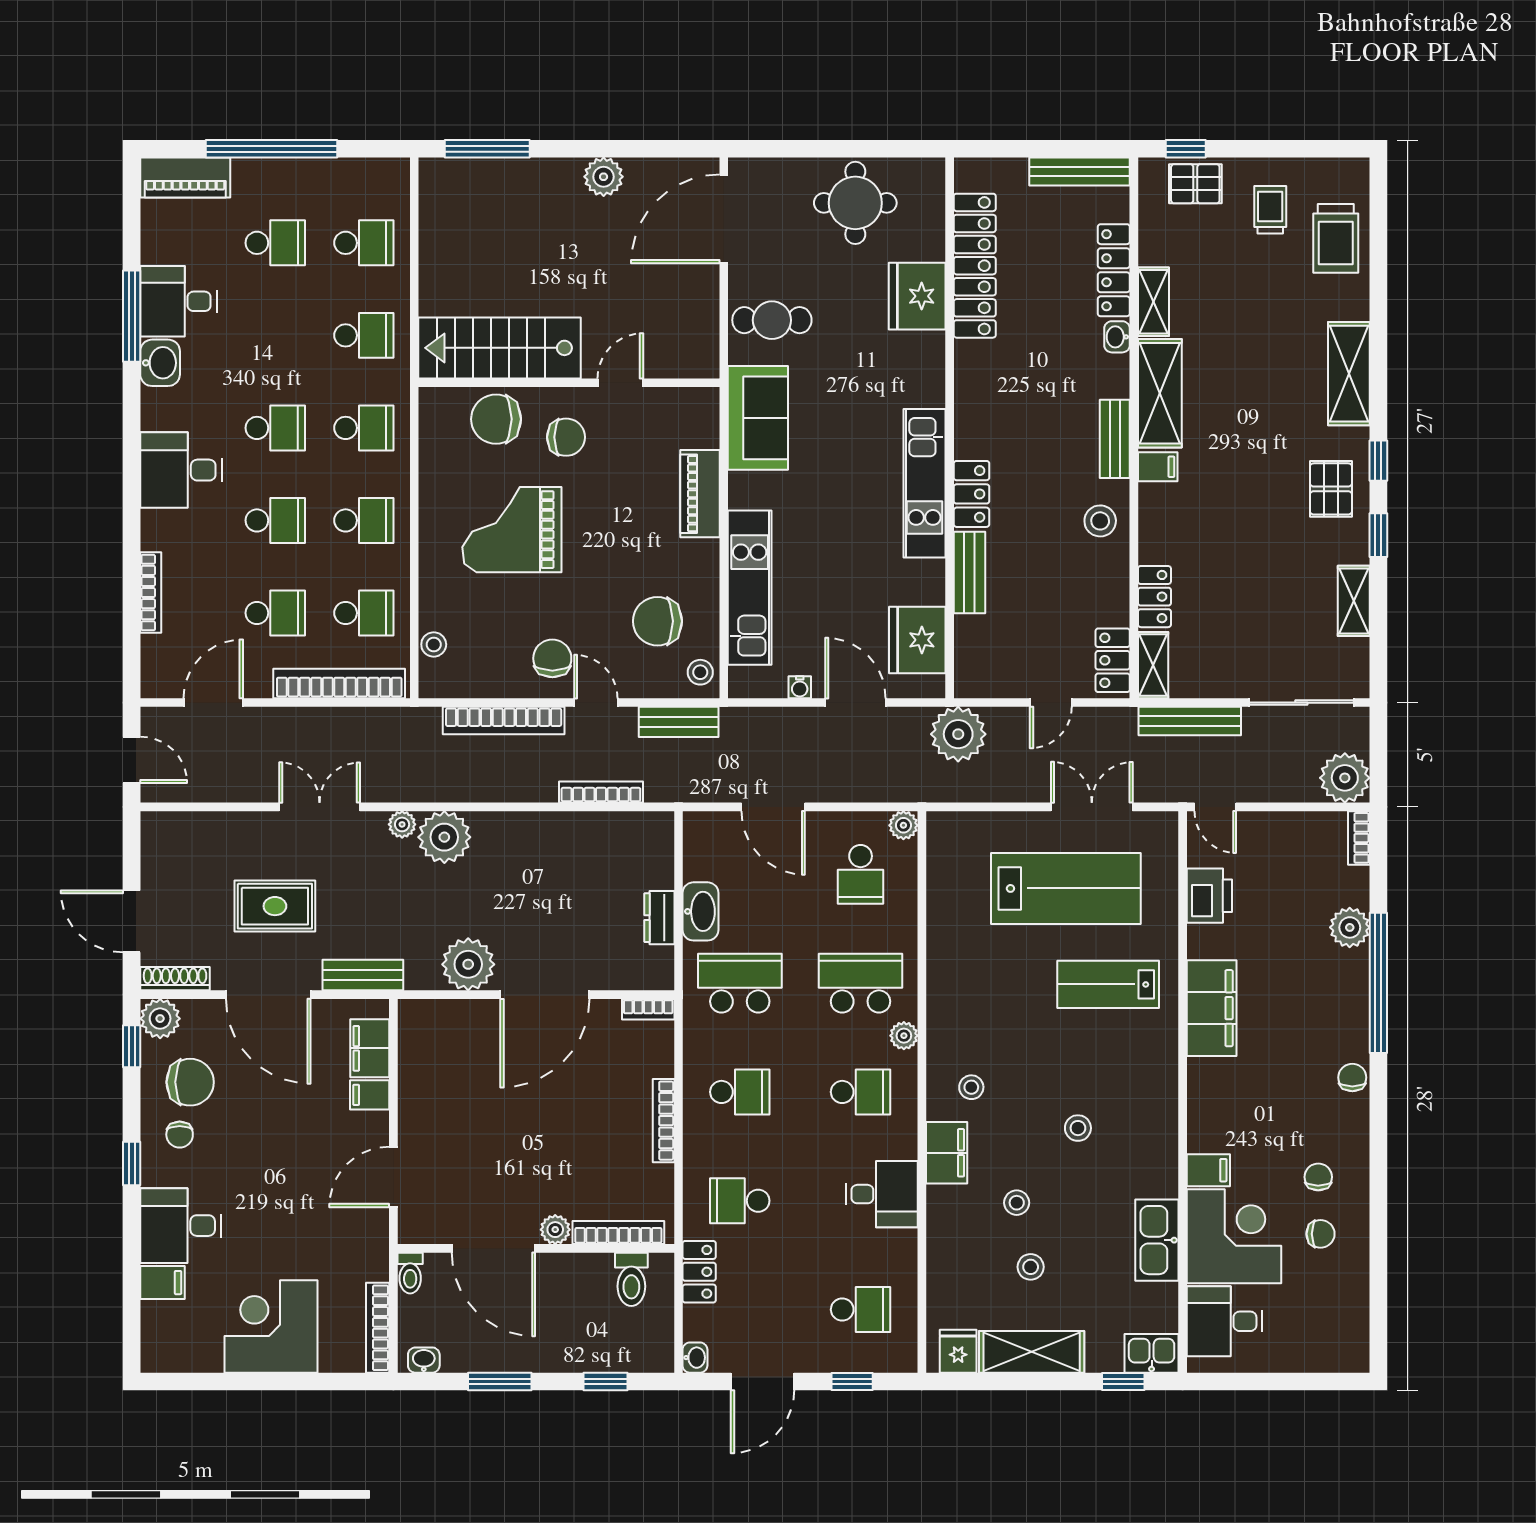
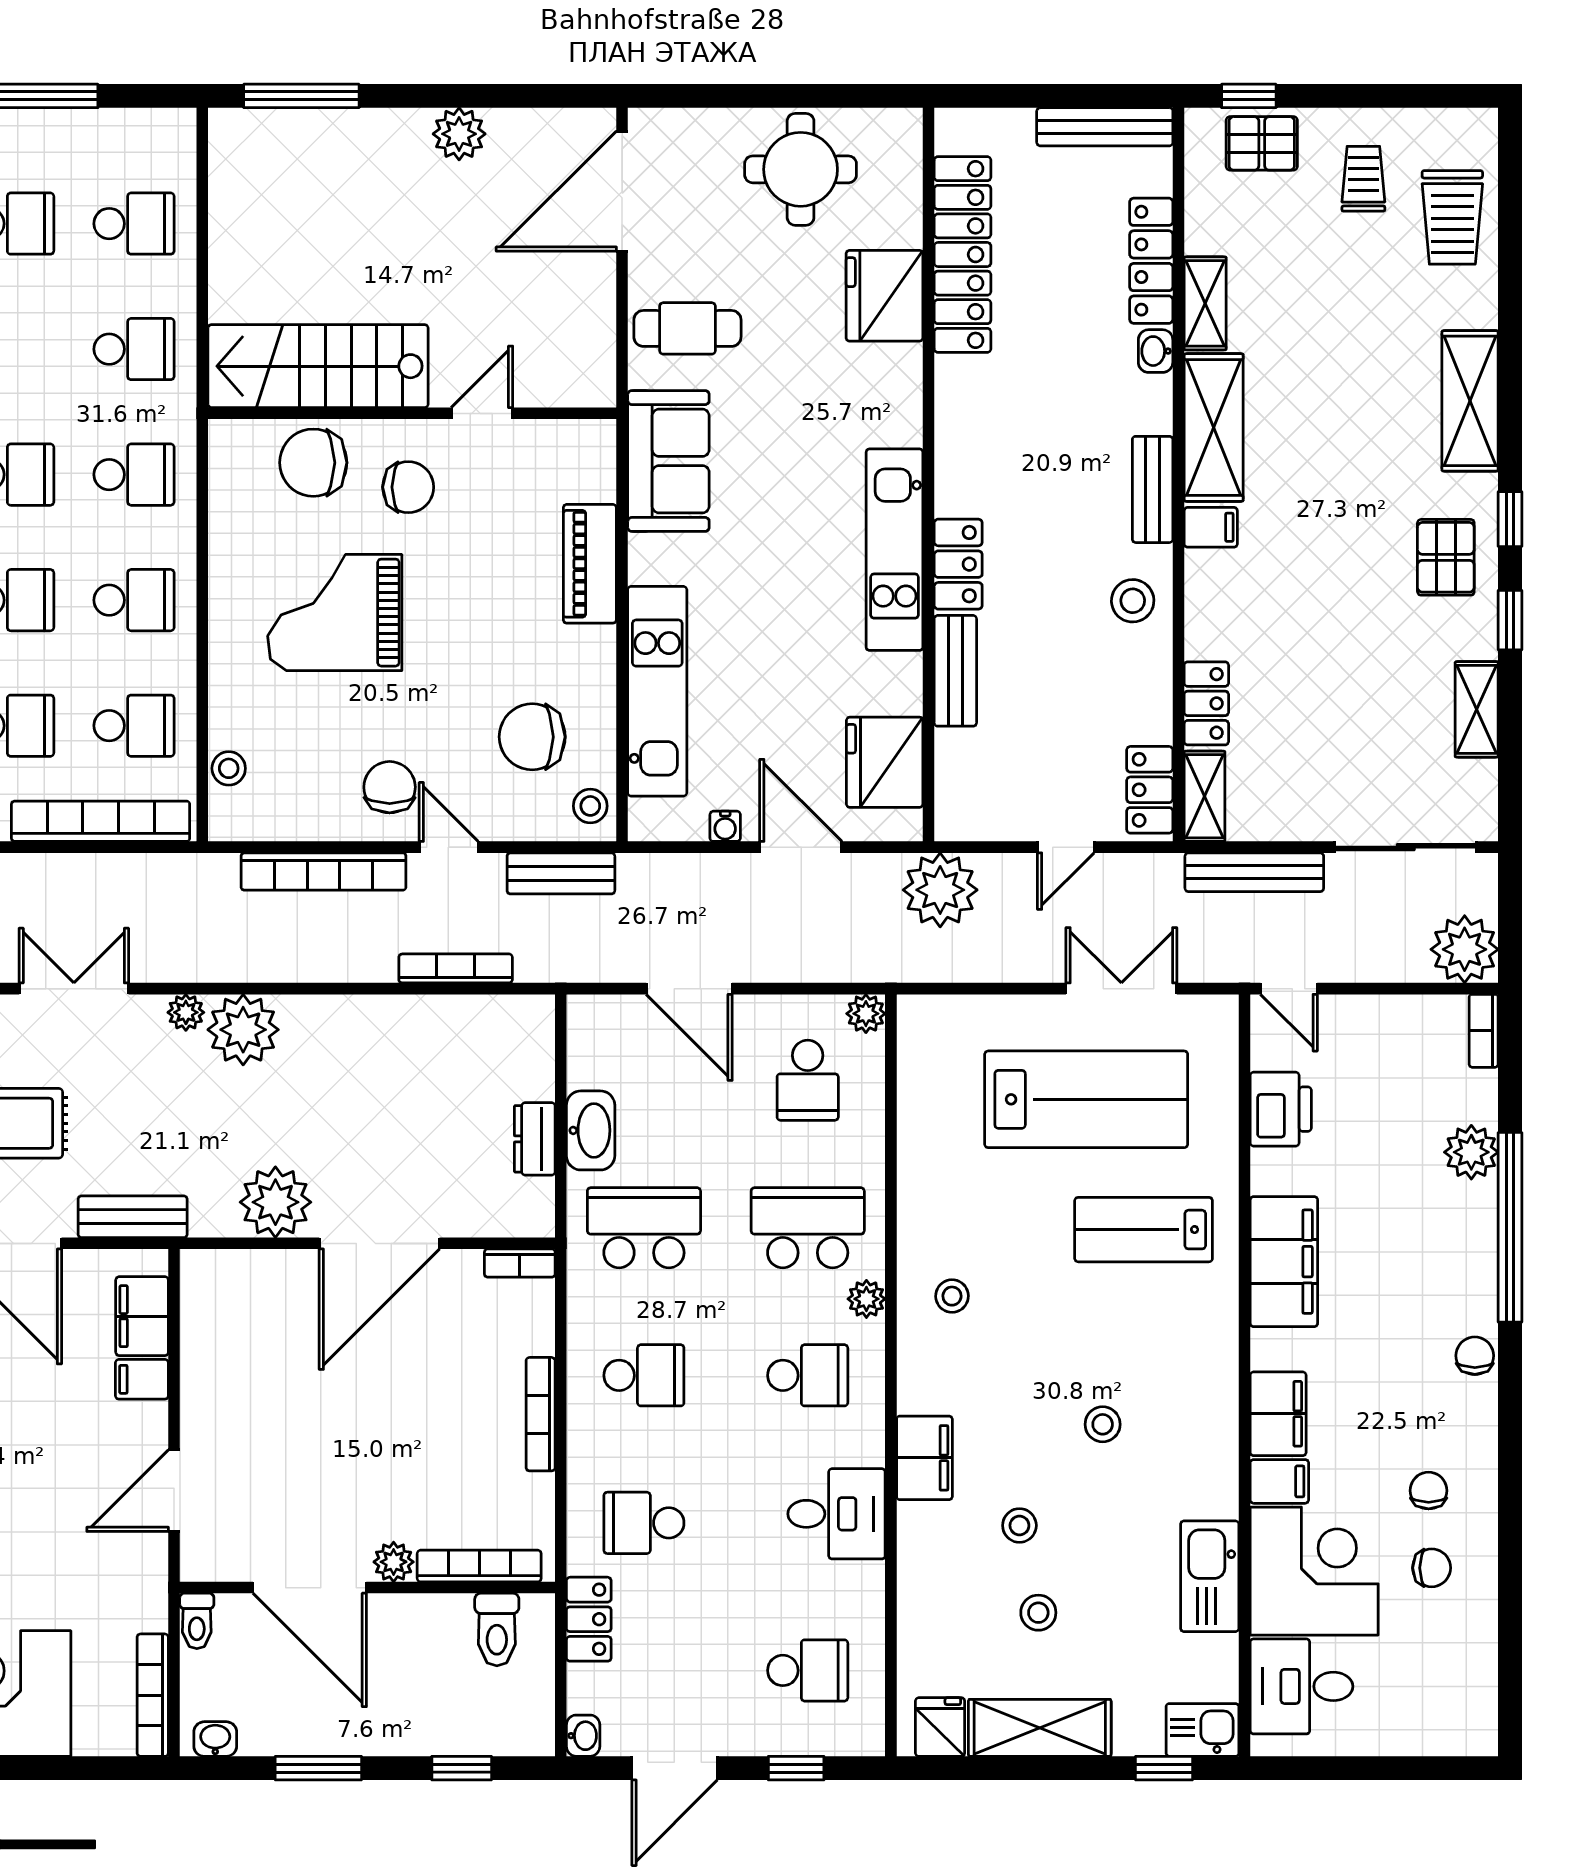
stool: (971, 1087) -> (952, 1296), moved
filing cabinet: (1207, 1120) -> (1278, 1414), added

